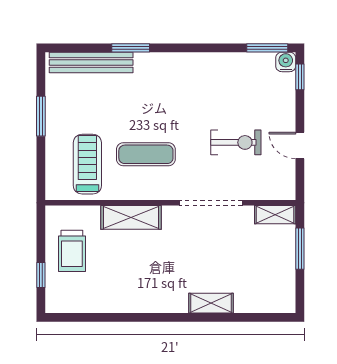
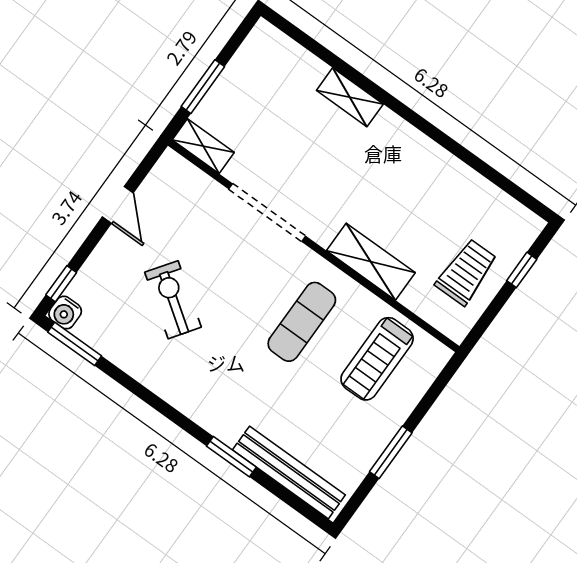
exercise bike: (236, 142) -> (173, 300), moved, turned 35
exercise mat: (146, 154) -> (302, 322), turned 90

